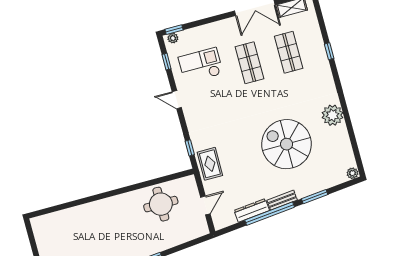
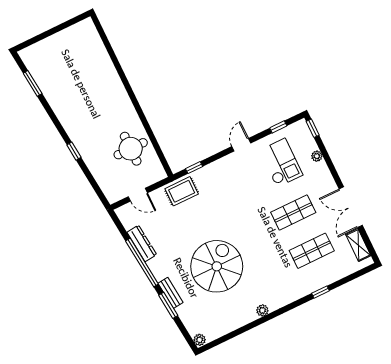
plant: (173, 38) -> (317, 156), moved
plant: (333, 115) -> (262, 310), width x0.53, depth x0.53
bench: (282, 200) -> (171, 293), moved

